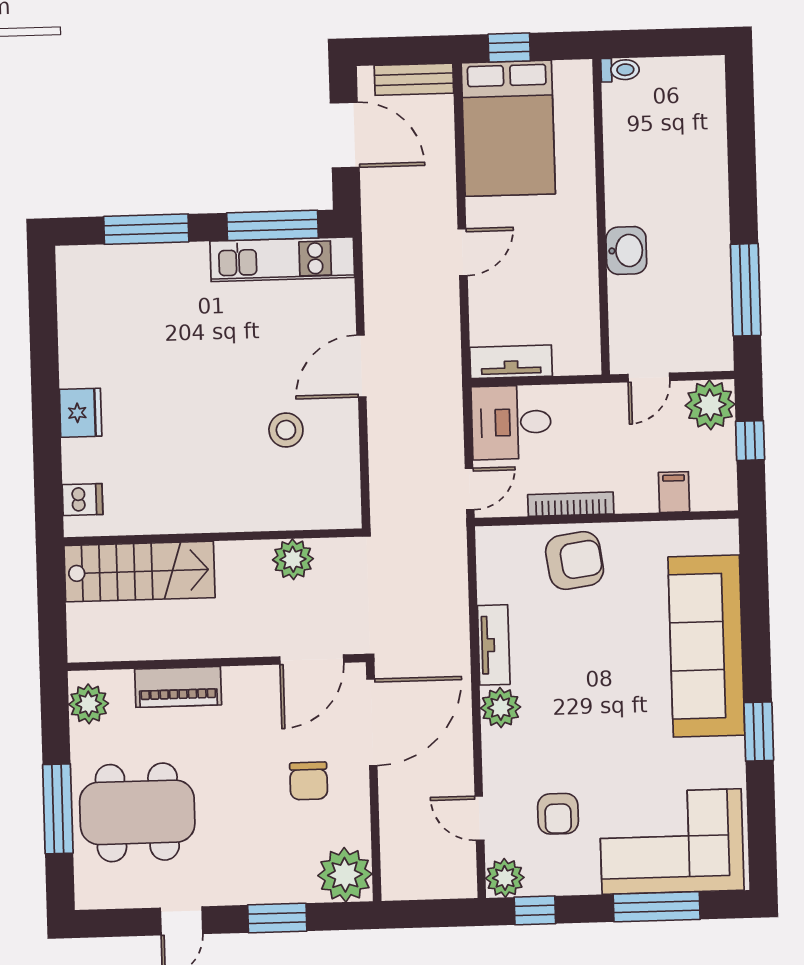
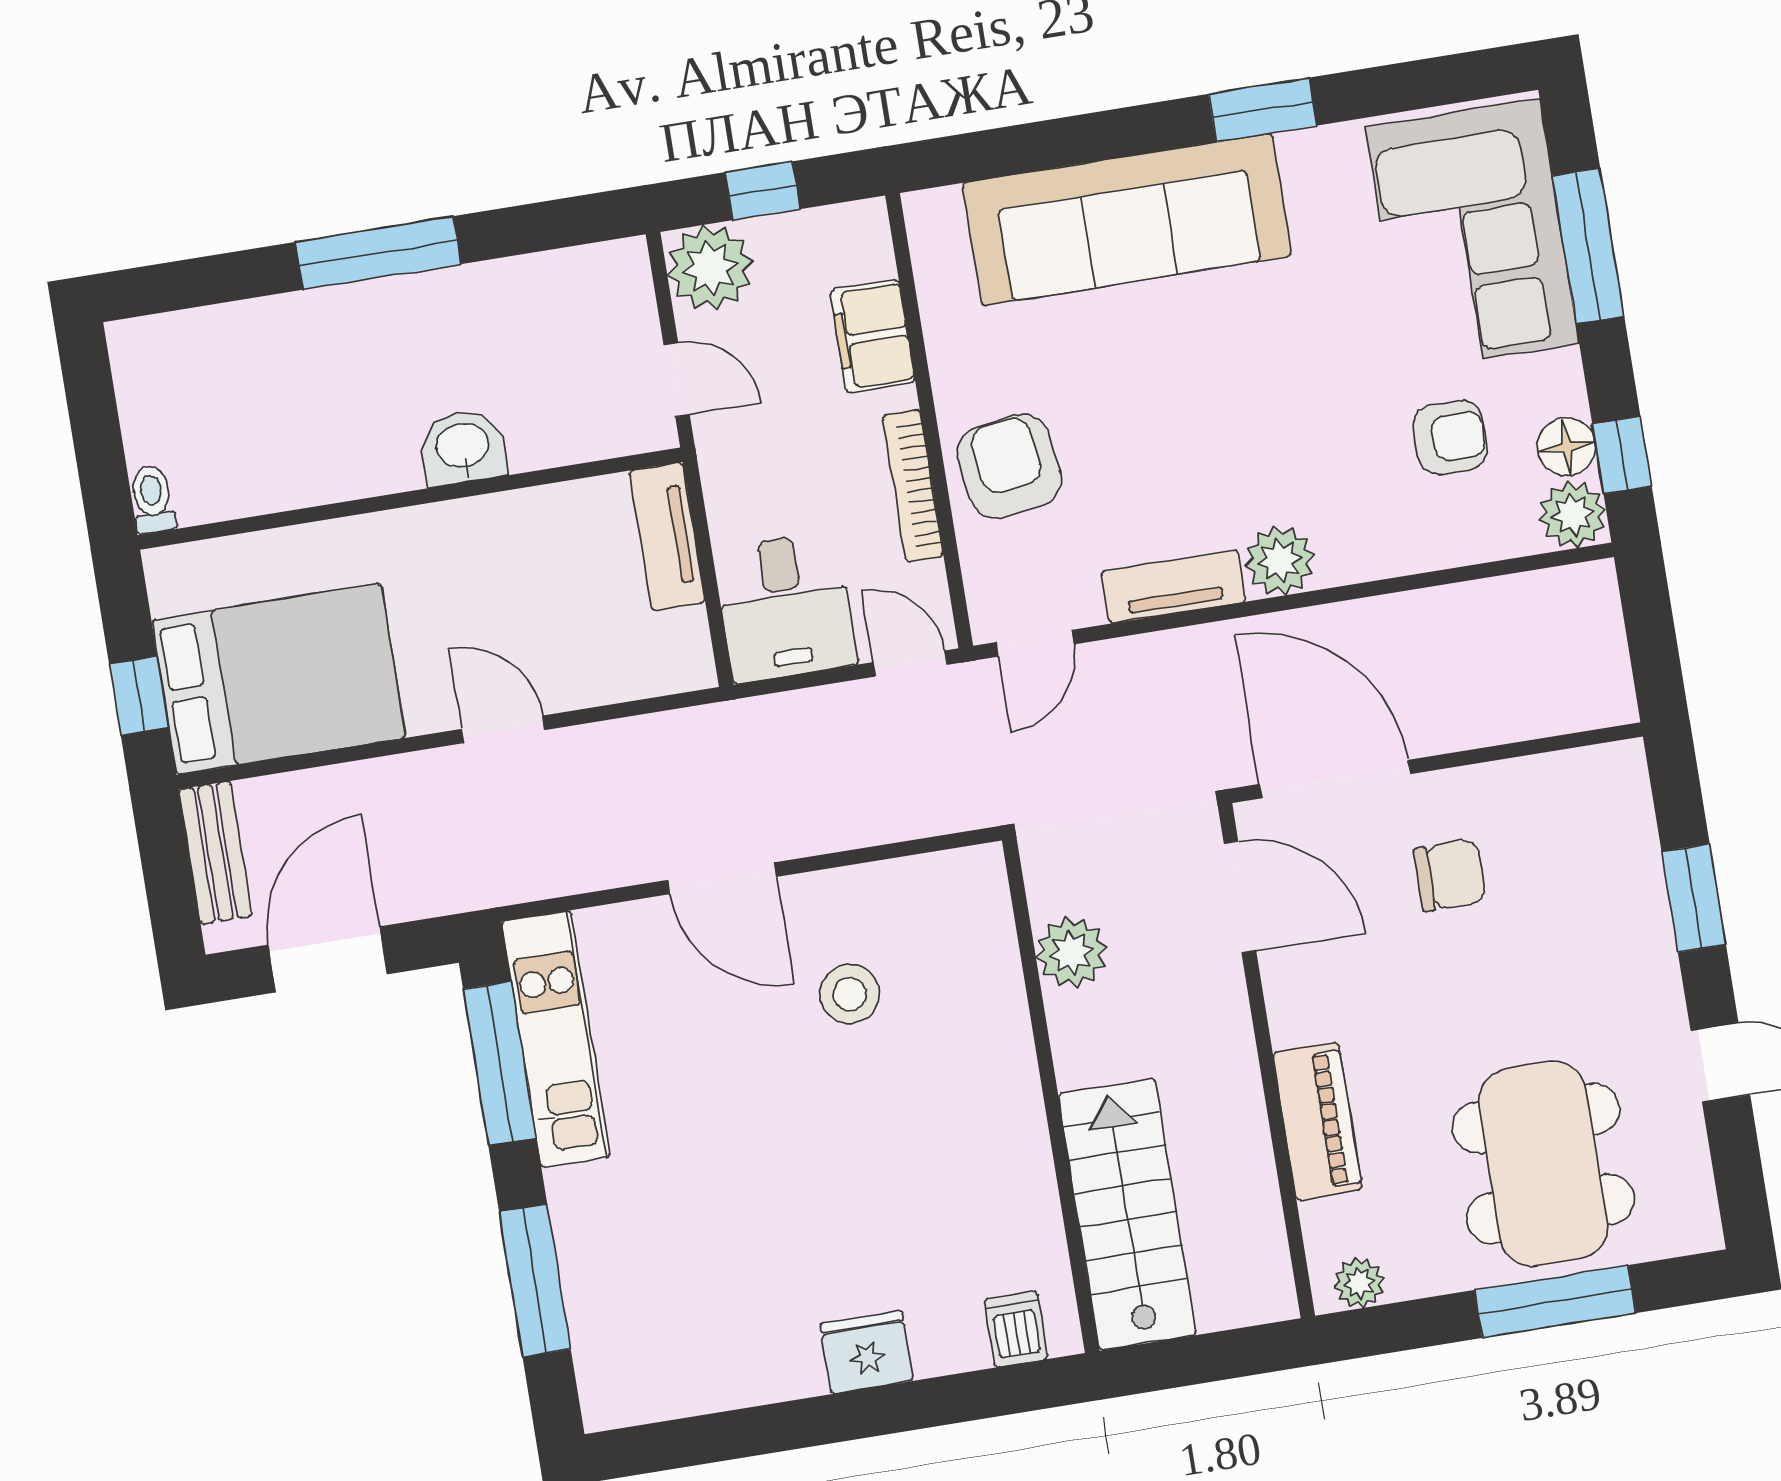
window: (746, 290) -> (378, 253), moved
tv unit: (511, 362) -> (667, 536), moved
filing cabinet: (674, 492) -> (873, 336), width x2.00
plant: (89, 704) -> (1359, 1283), width x0.73, depth x0.73
door: (479, 818) -> (1035, 643), moved
plant: (345, 875) -> (1604, 791), removed
floor lamp: (544, 879) -> (1566, 447), added

